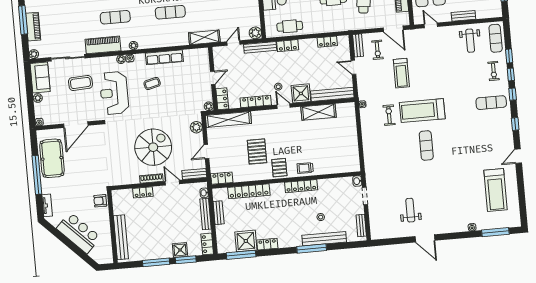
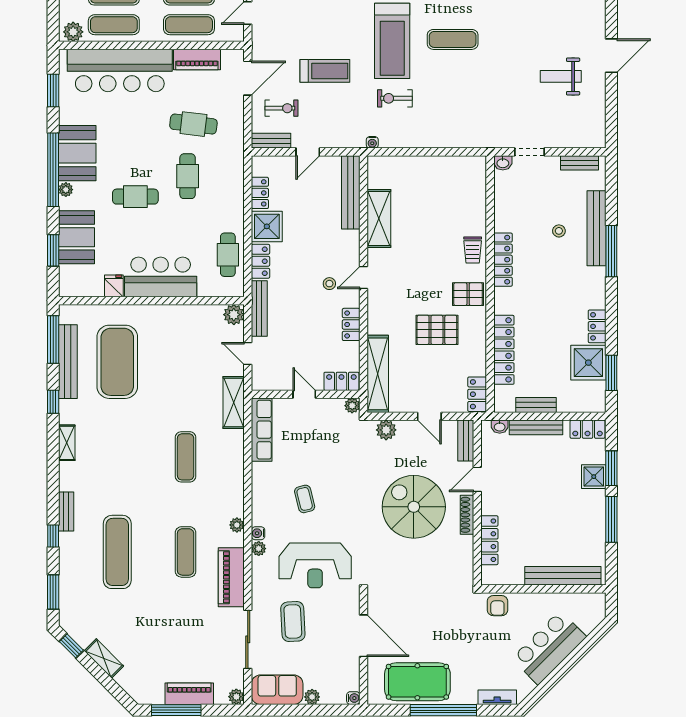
row of seats: (164, 57) -> (262, 430), moved
shower: (301, 93) -> (267, 226), moved
locker: (256, 101) -> (351, 324), width x0.66
locker: (143, 192) -> (489, 540), width x1.53
window: (241, 255) -> (611, 373), width x0.69

